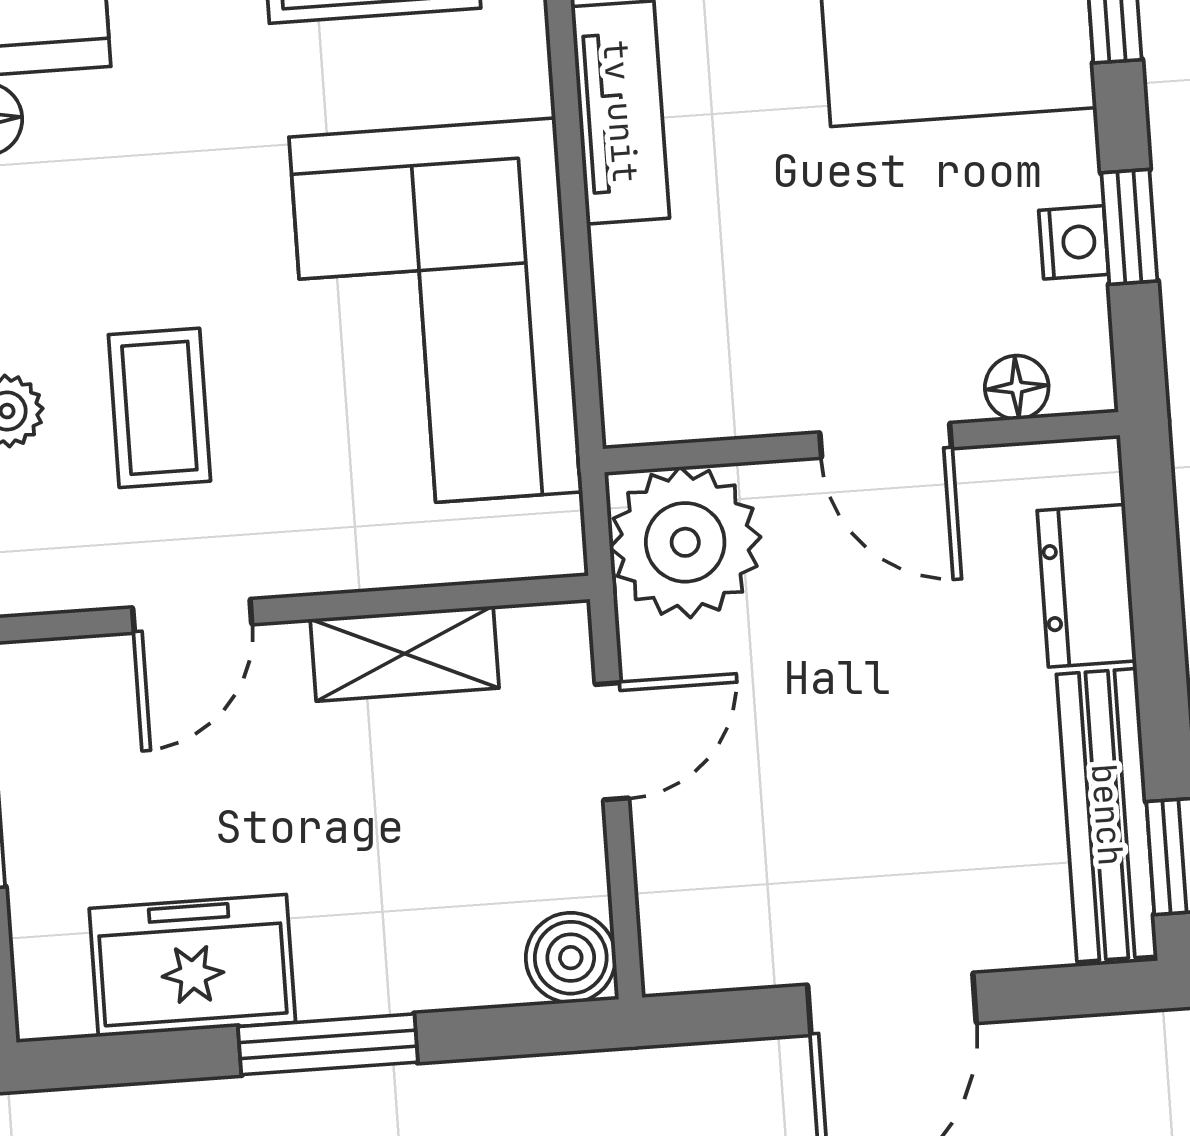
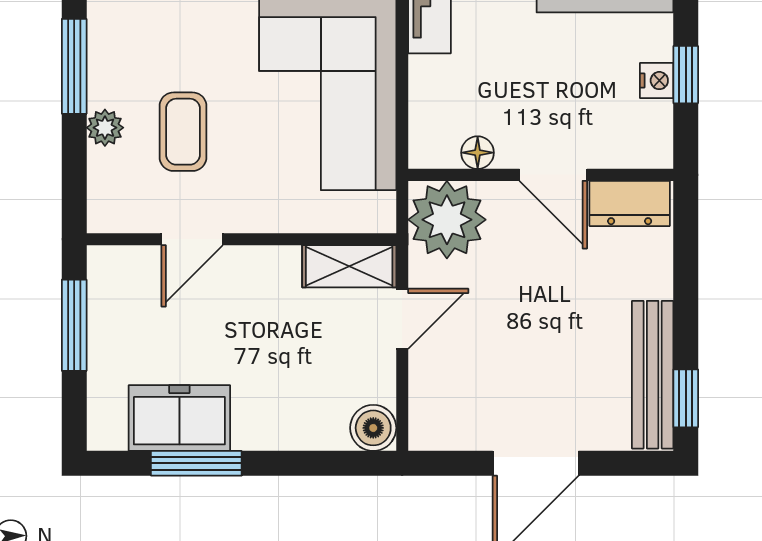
floor lamp: (1017, 387) -> (478, 153), moved
dresser: (1087, 586) -> (630, 203), moved, turned -90
shelving: (405, 654) -> (349, 266), moved
window: (328, 1044) -> (196, 463), moved

